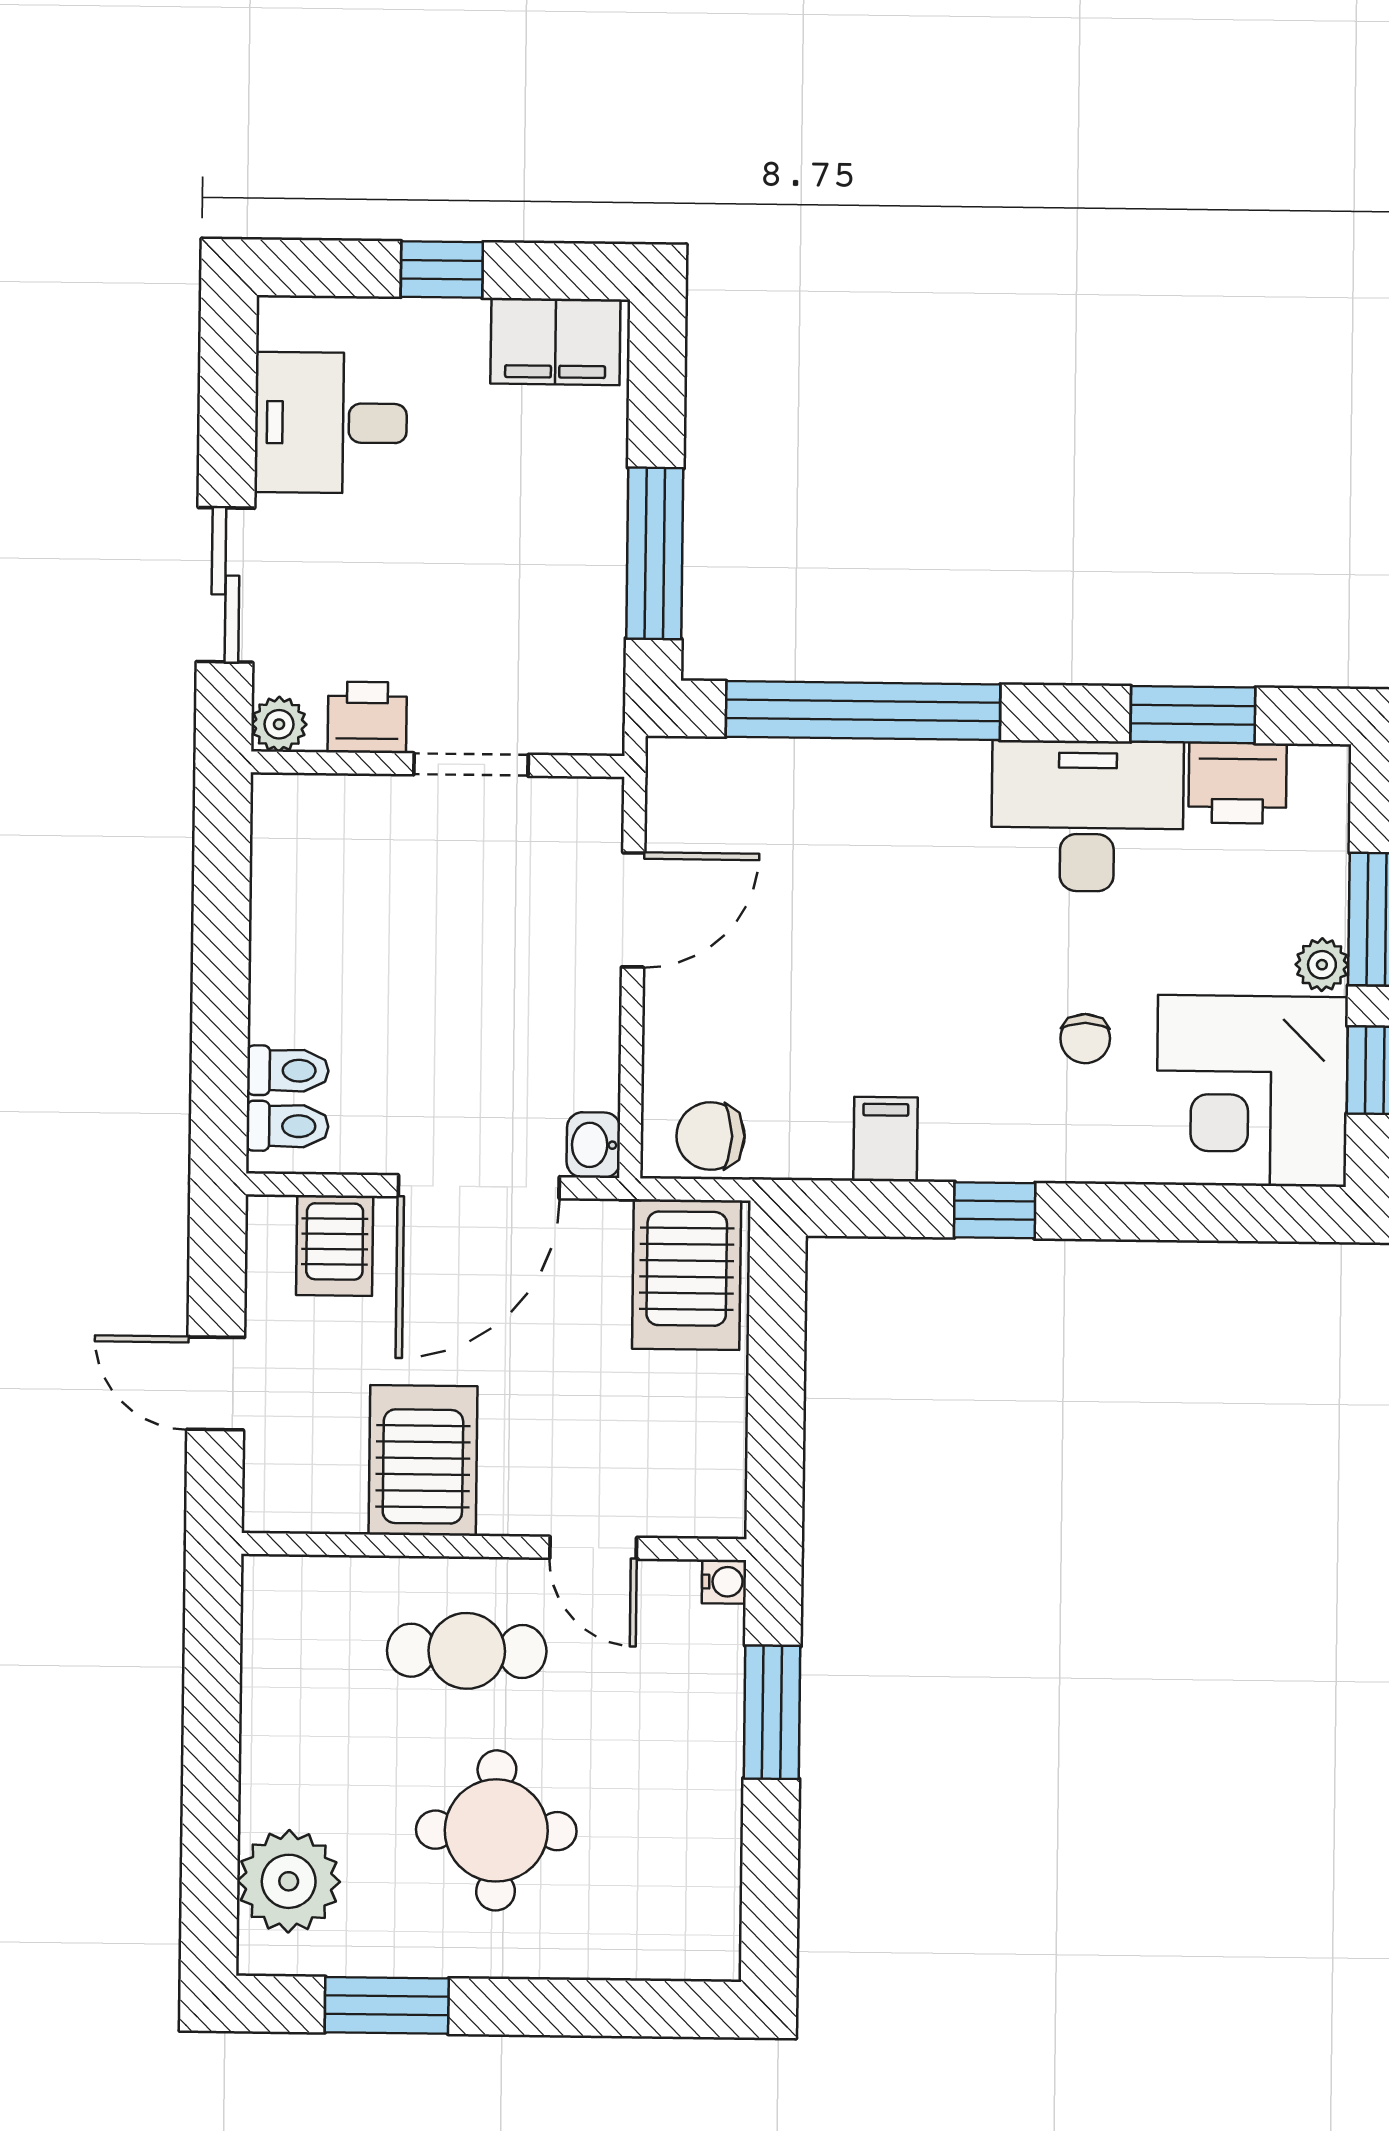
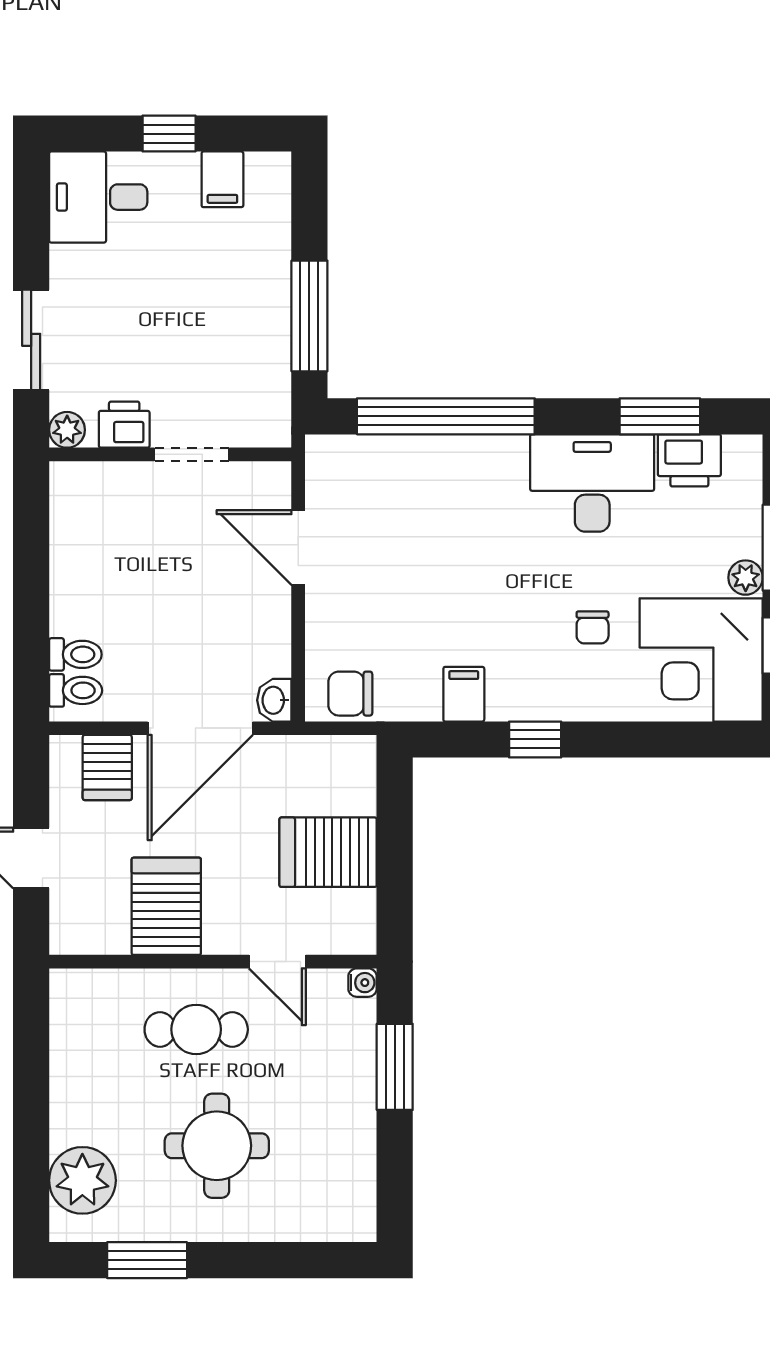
filing cabinet: (555, 342) -> (222, 179), width x0.50
desk: (331, 423) -> (98, 197), moved
door: (633, 910) -> (298, 547), swing flipped
server rack: (687, 1275) -> (328, 852), moved, turned 90

